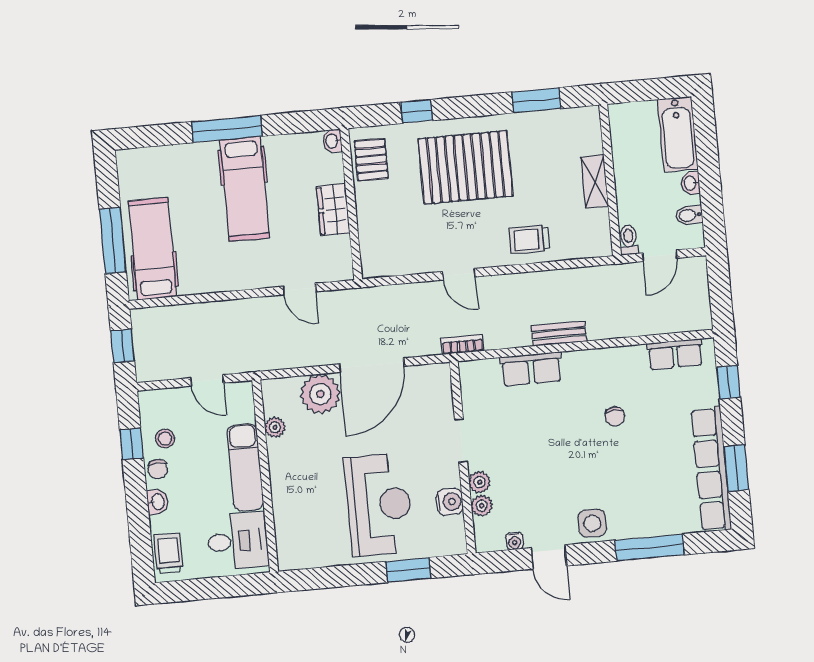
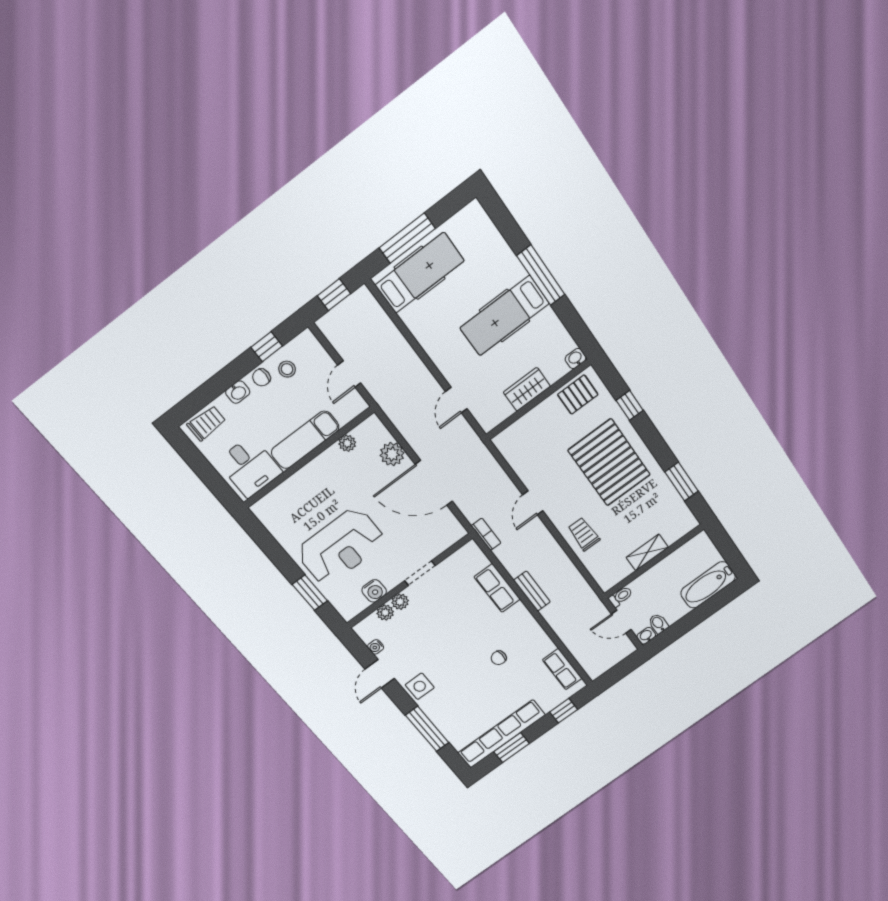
washbasin: (690, 183) -> (646, 636), moved
plant: (320, 394) -> (392, 454), width x0.73, depth x0.73

